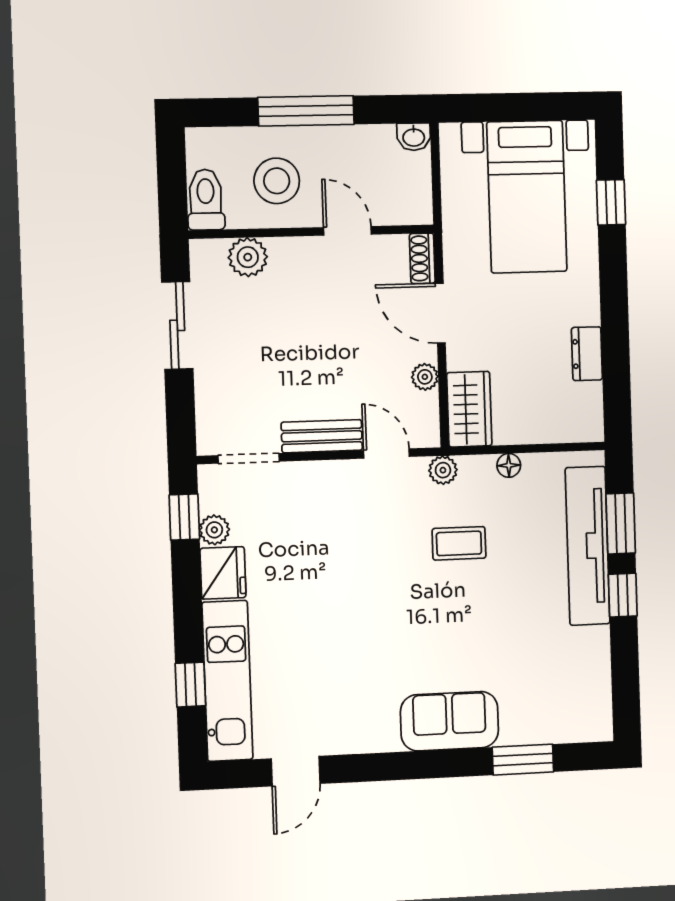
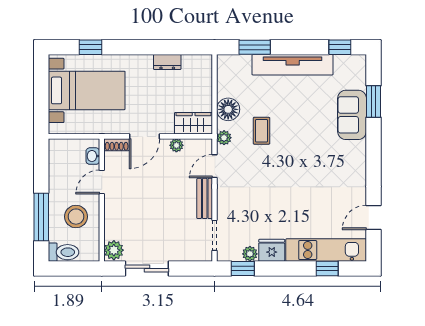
window: (306, 111) -> (41, 217), moved
washbasin: (414, 137) -> (93, 156), moved, turned 180
toilet: (206, 200) -> (64, 252), moved, turned 180
plant: (248, 257) -> (114, 250), moved
floor lamp: (509, 465) -> (228, 109), width x1.89, depth x1.89
tv unit: (588, 546) -> (293, 65), moved
window: (623, 595) -> (340, 47), moved
sofa: (449, 721) -> (352, 115), moved
door: (296, 771) -> (374, 217), swing flipped

